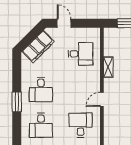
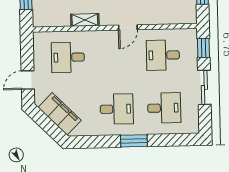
desk: (81, 54) -> (68, 57), turned -90
door: (102, 99) -> (128, 27), hinge flipped

